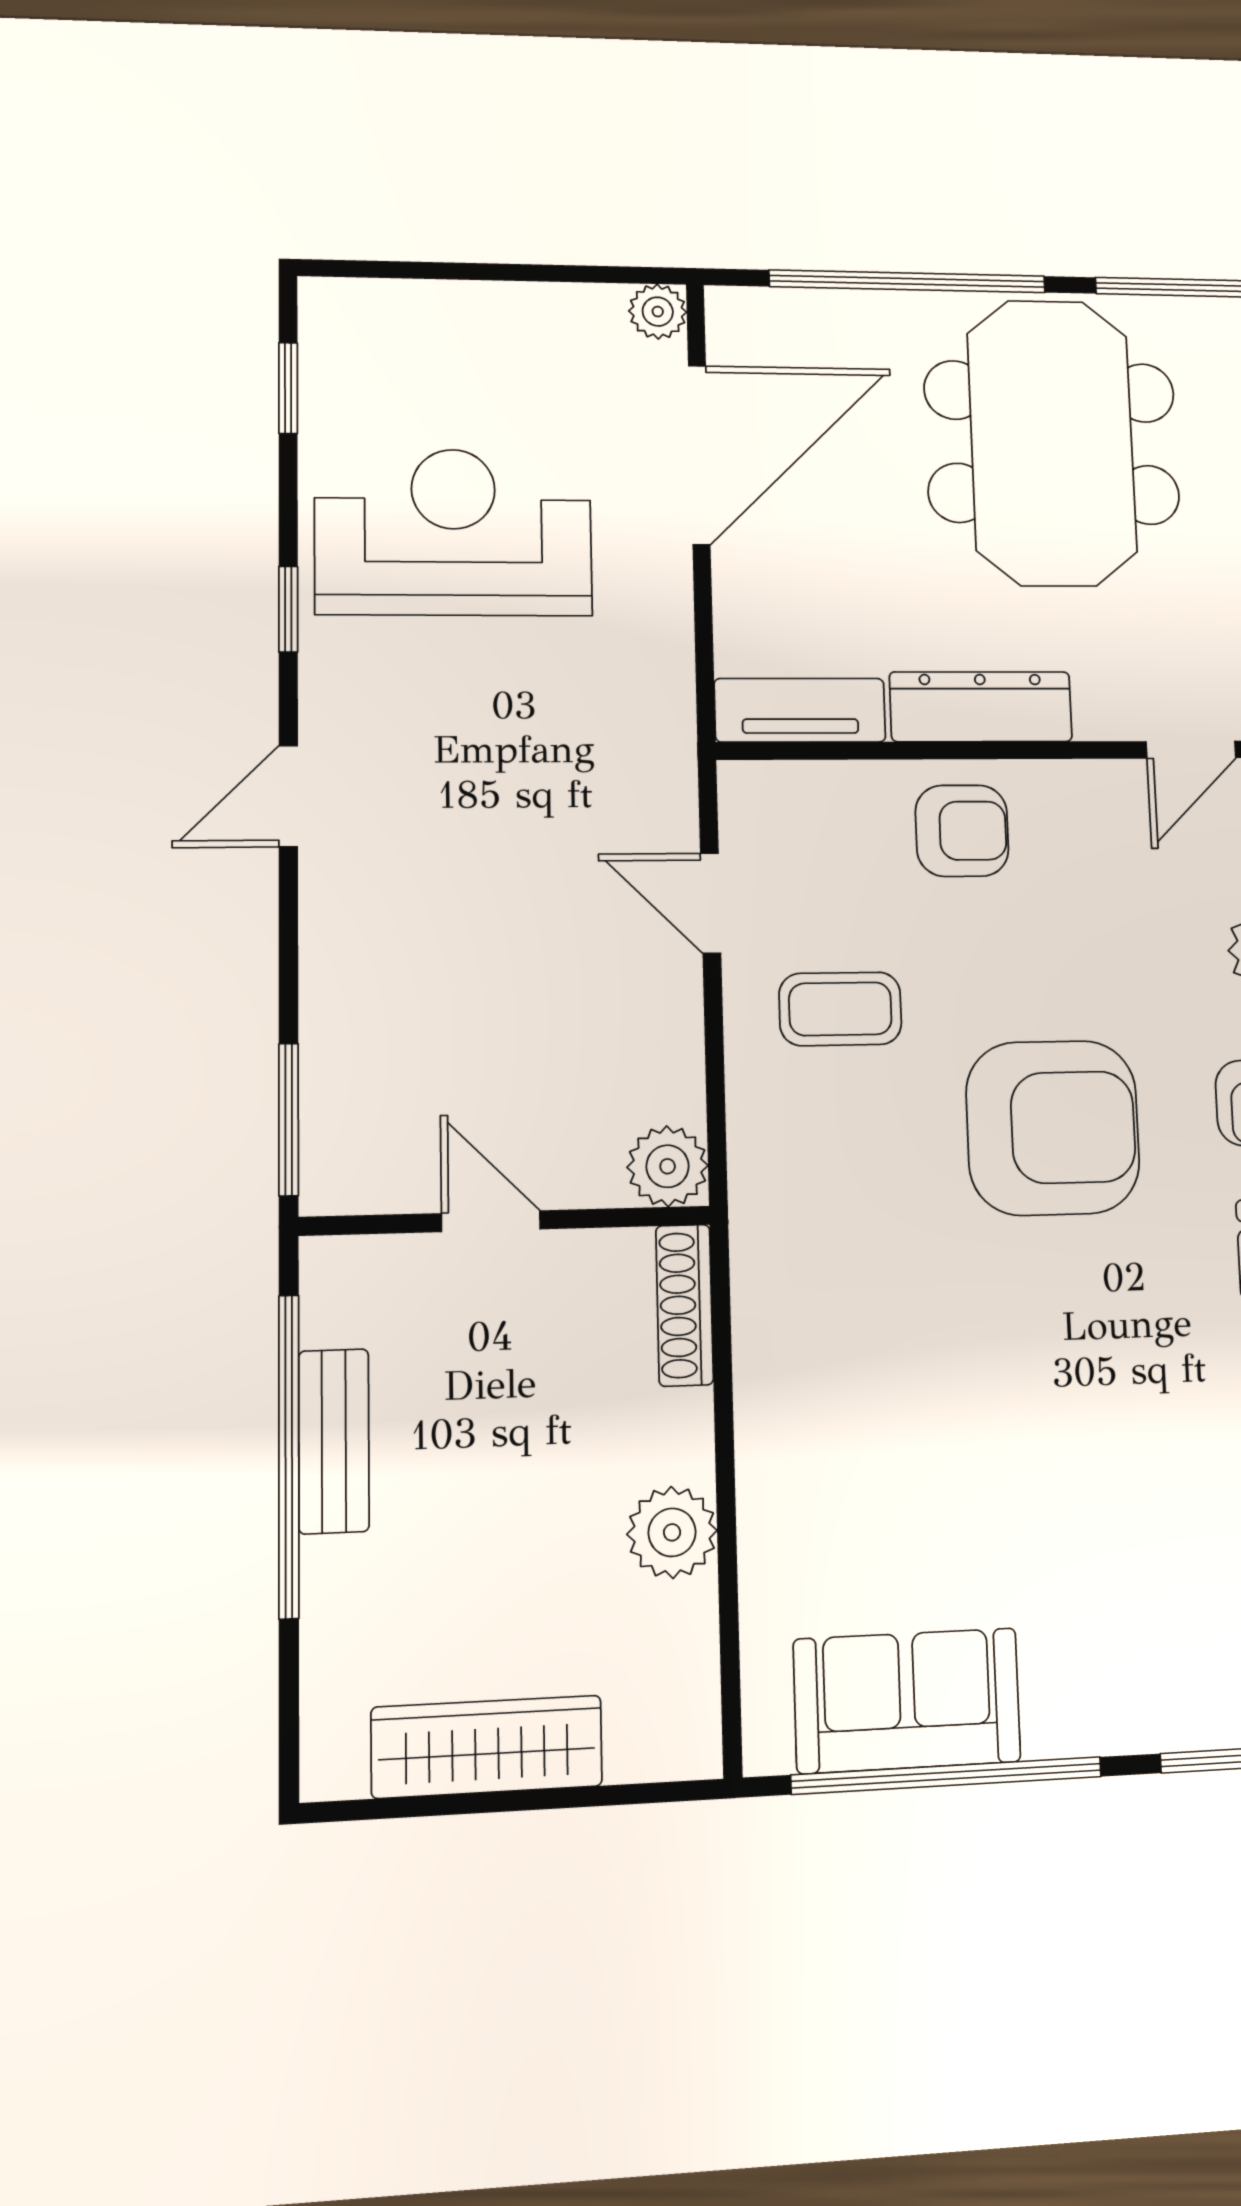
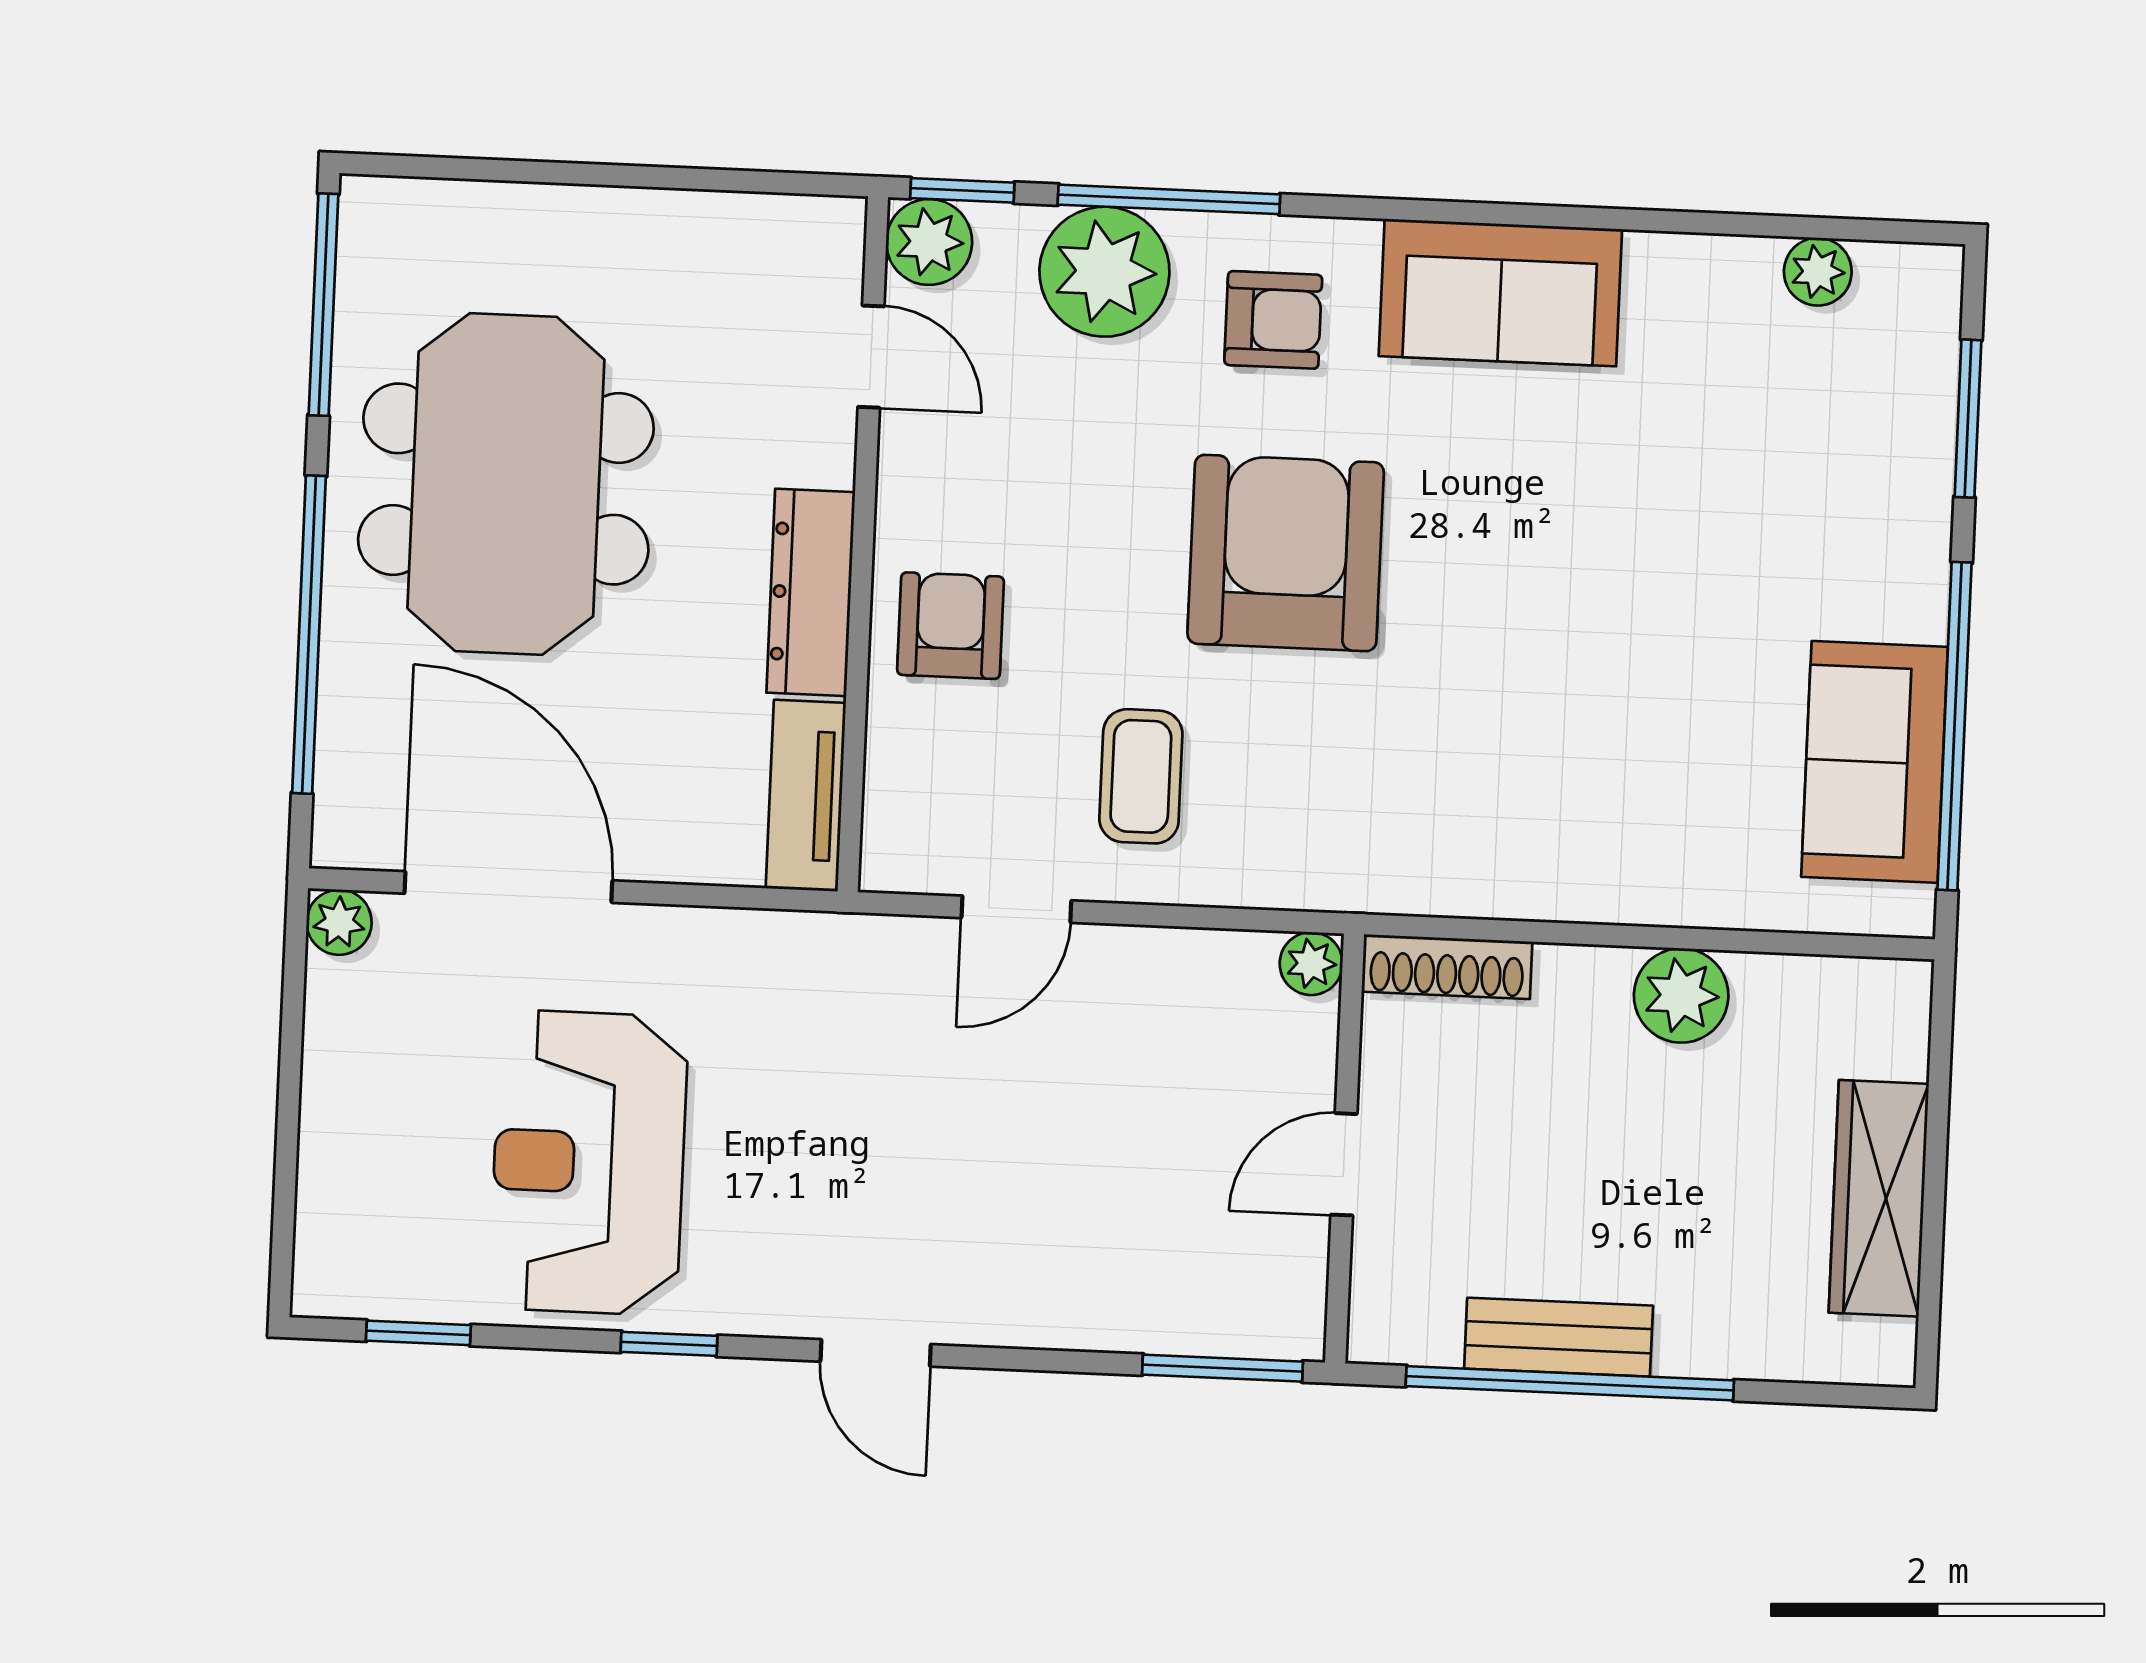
meeting table: (1052, 443) -> (506, 484), turned 90
plant: (668, 1166) -> (1311, 964), width x0.73, depth x0.73

